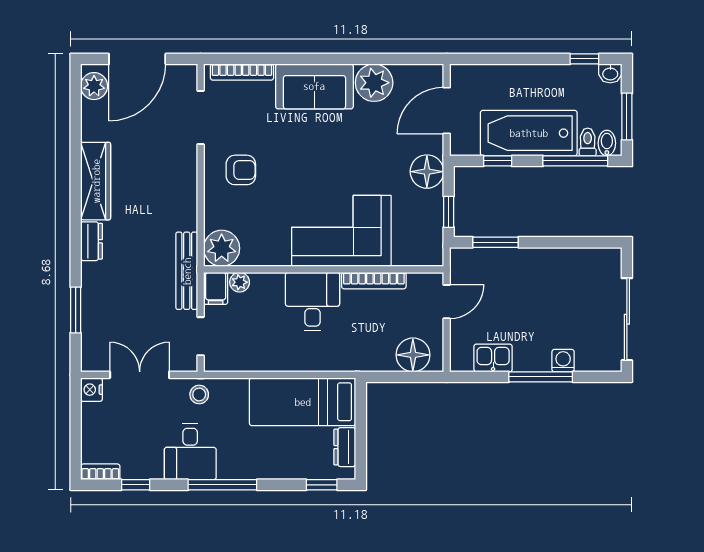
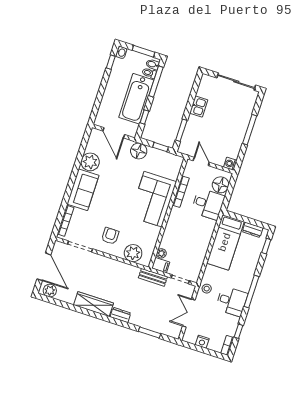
plant: (222, 248) -> (133, 253), moved
bench: (187, 271) -> (153, 277), width x0.73
desk: (313, 302) -> (208, 204), moved, turned 180
kitchen sink: (493, 358) -> (199, 106), moved, turned 180
washing machine: (563, 361) -> (230, 164), moved
nightstand: (91, 390) -> (202, 342), moved

